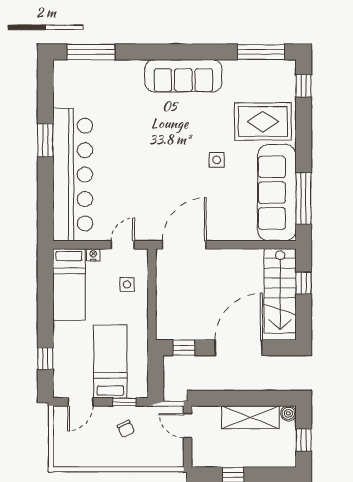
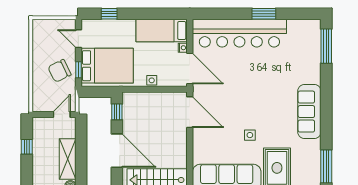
door: (123, 245) -> (190, 69), width x1.88
side table: (127, 284) -> (152, 80), moved
bed: (110, 362) -> (107, 66), width x1.50
chair: (126, 429) -> (59, 71), width x1.87, depth x1.87

